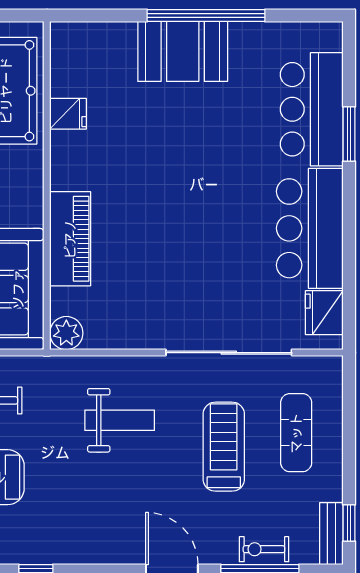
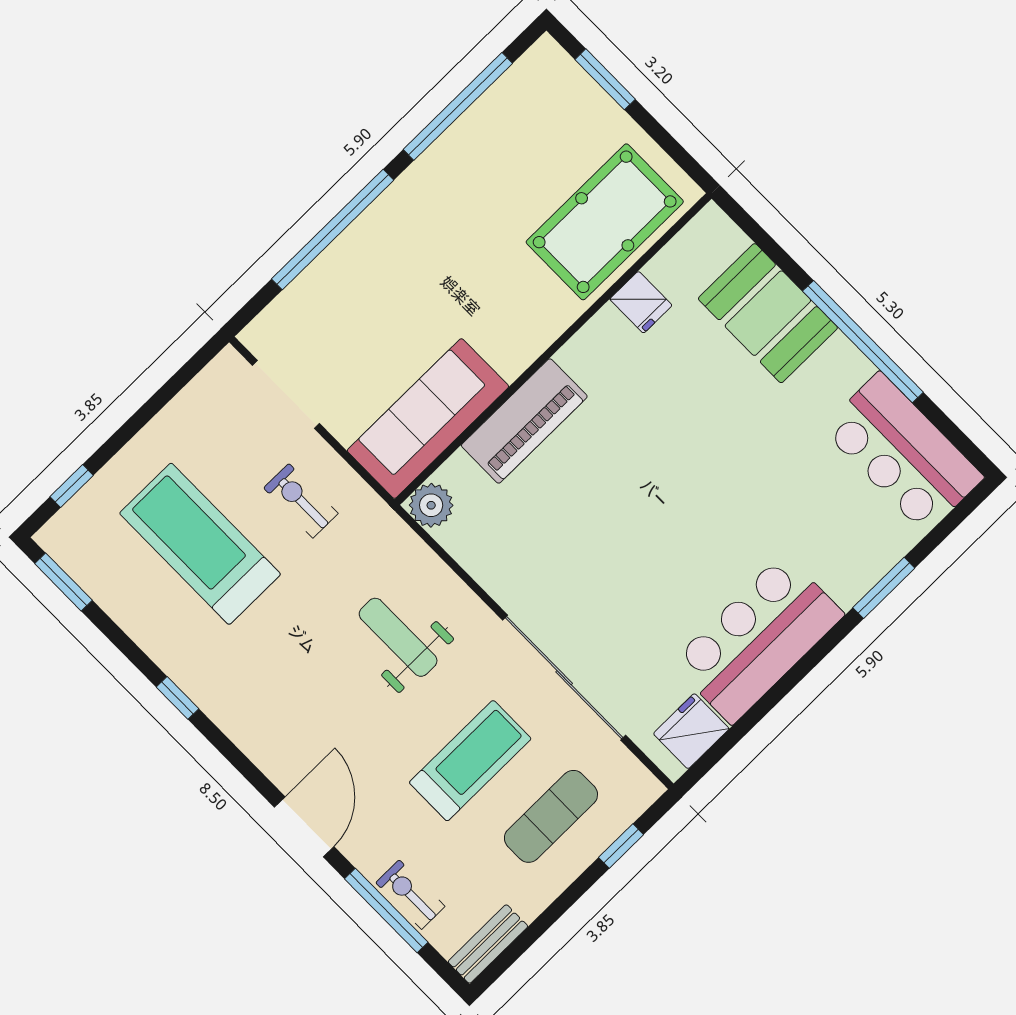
booth: (183, 51) -> (768, 313), moved
bar counter: (312, 109) -> (903, 453), moved, turned -90
weight bench: (120, 420) -> (398, 637), turned 180
window: (349, 523) -> (621, 846), moved

